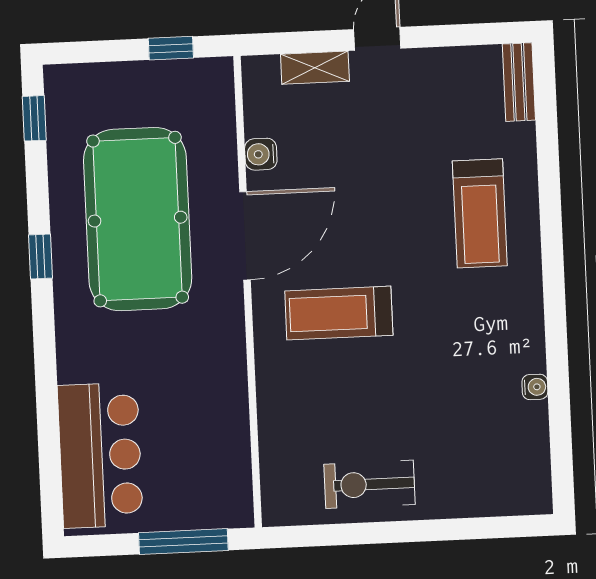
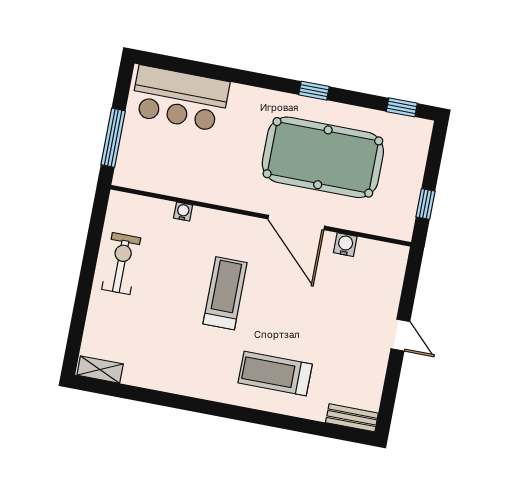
shelving: (315, 68) -> (100, 370), moved, turned 90
treadmill: (339, 313) -> (225, 293), moved
water cooler: (535, 387) -> (183, 212), moved, turned 180

